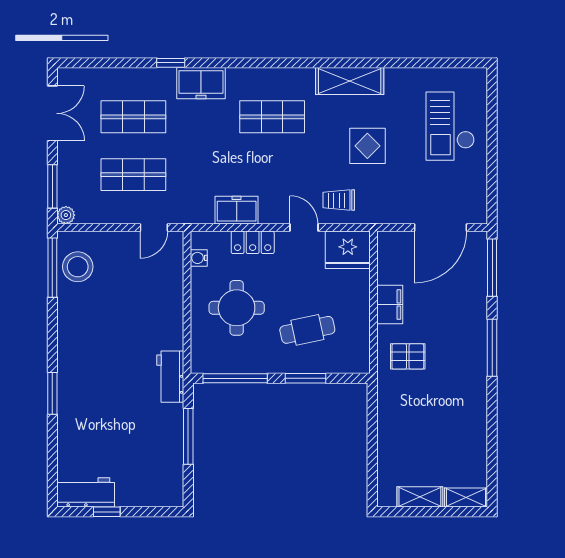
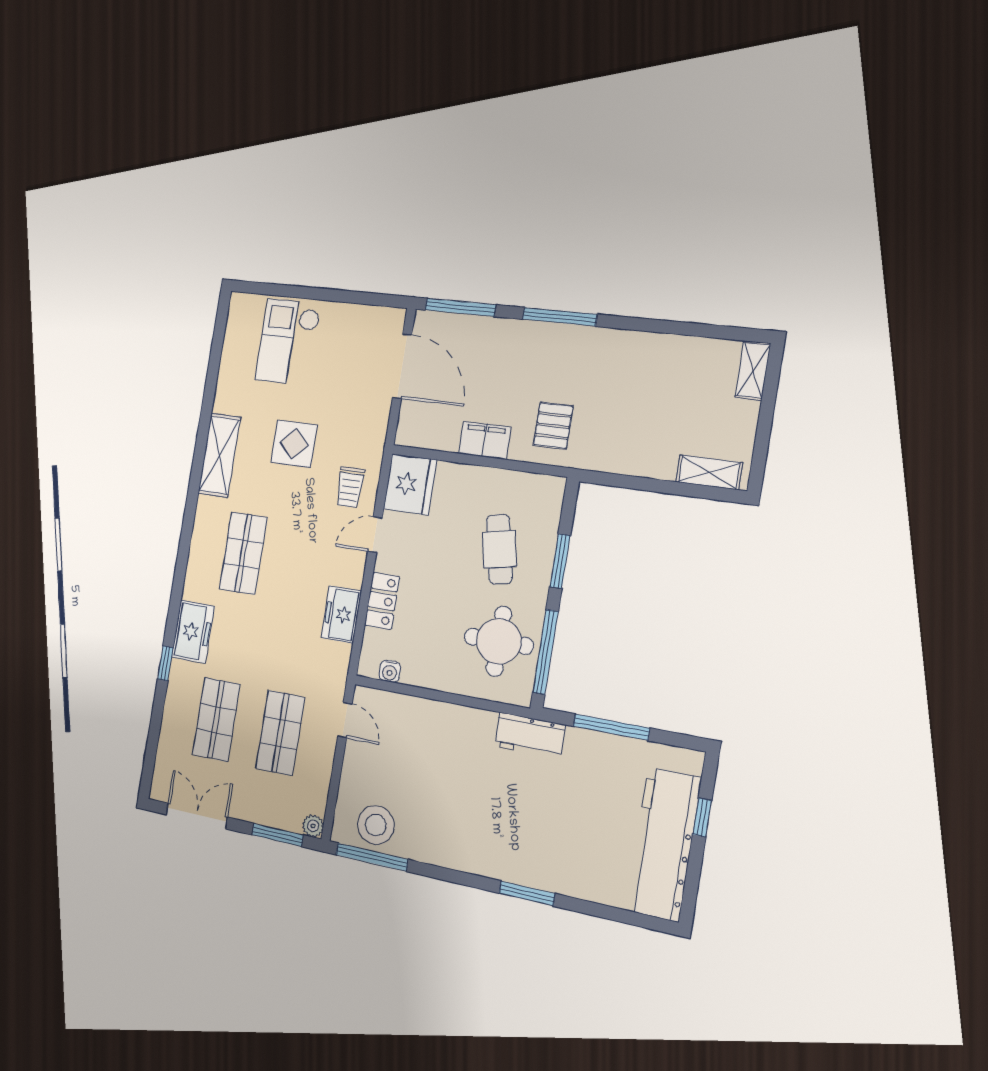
checkout: (450, 126) -> (288, 342), turned 90
round table: (237, 308) -> (499, 641), moved
workbench: (86, 492) -> (664, 844), width x1.88, depth x1.32
shelving: (420, 497) -> (709, 472), moved, turned 90
window: (107, 512) -> (702, 818), moved

